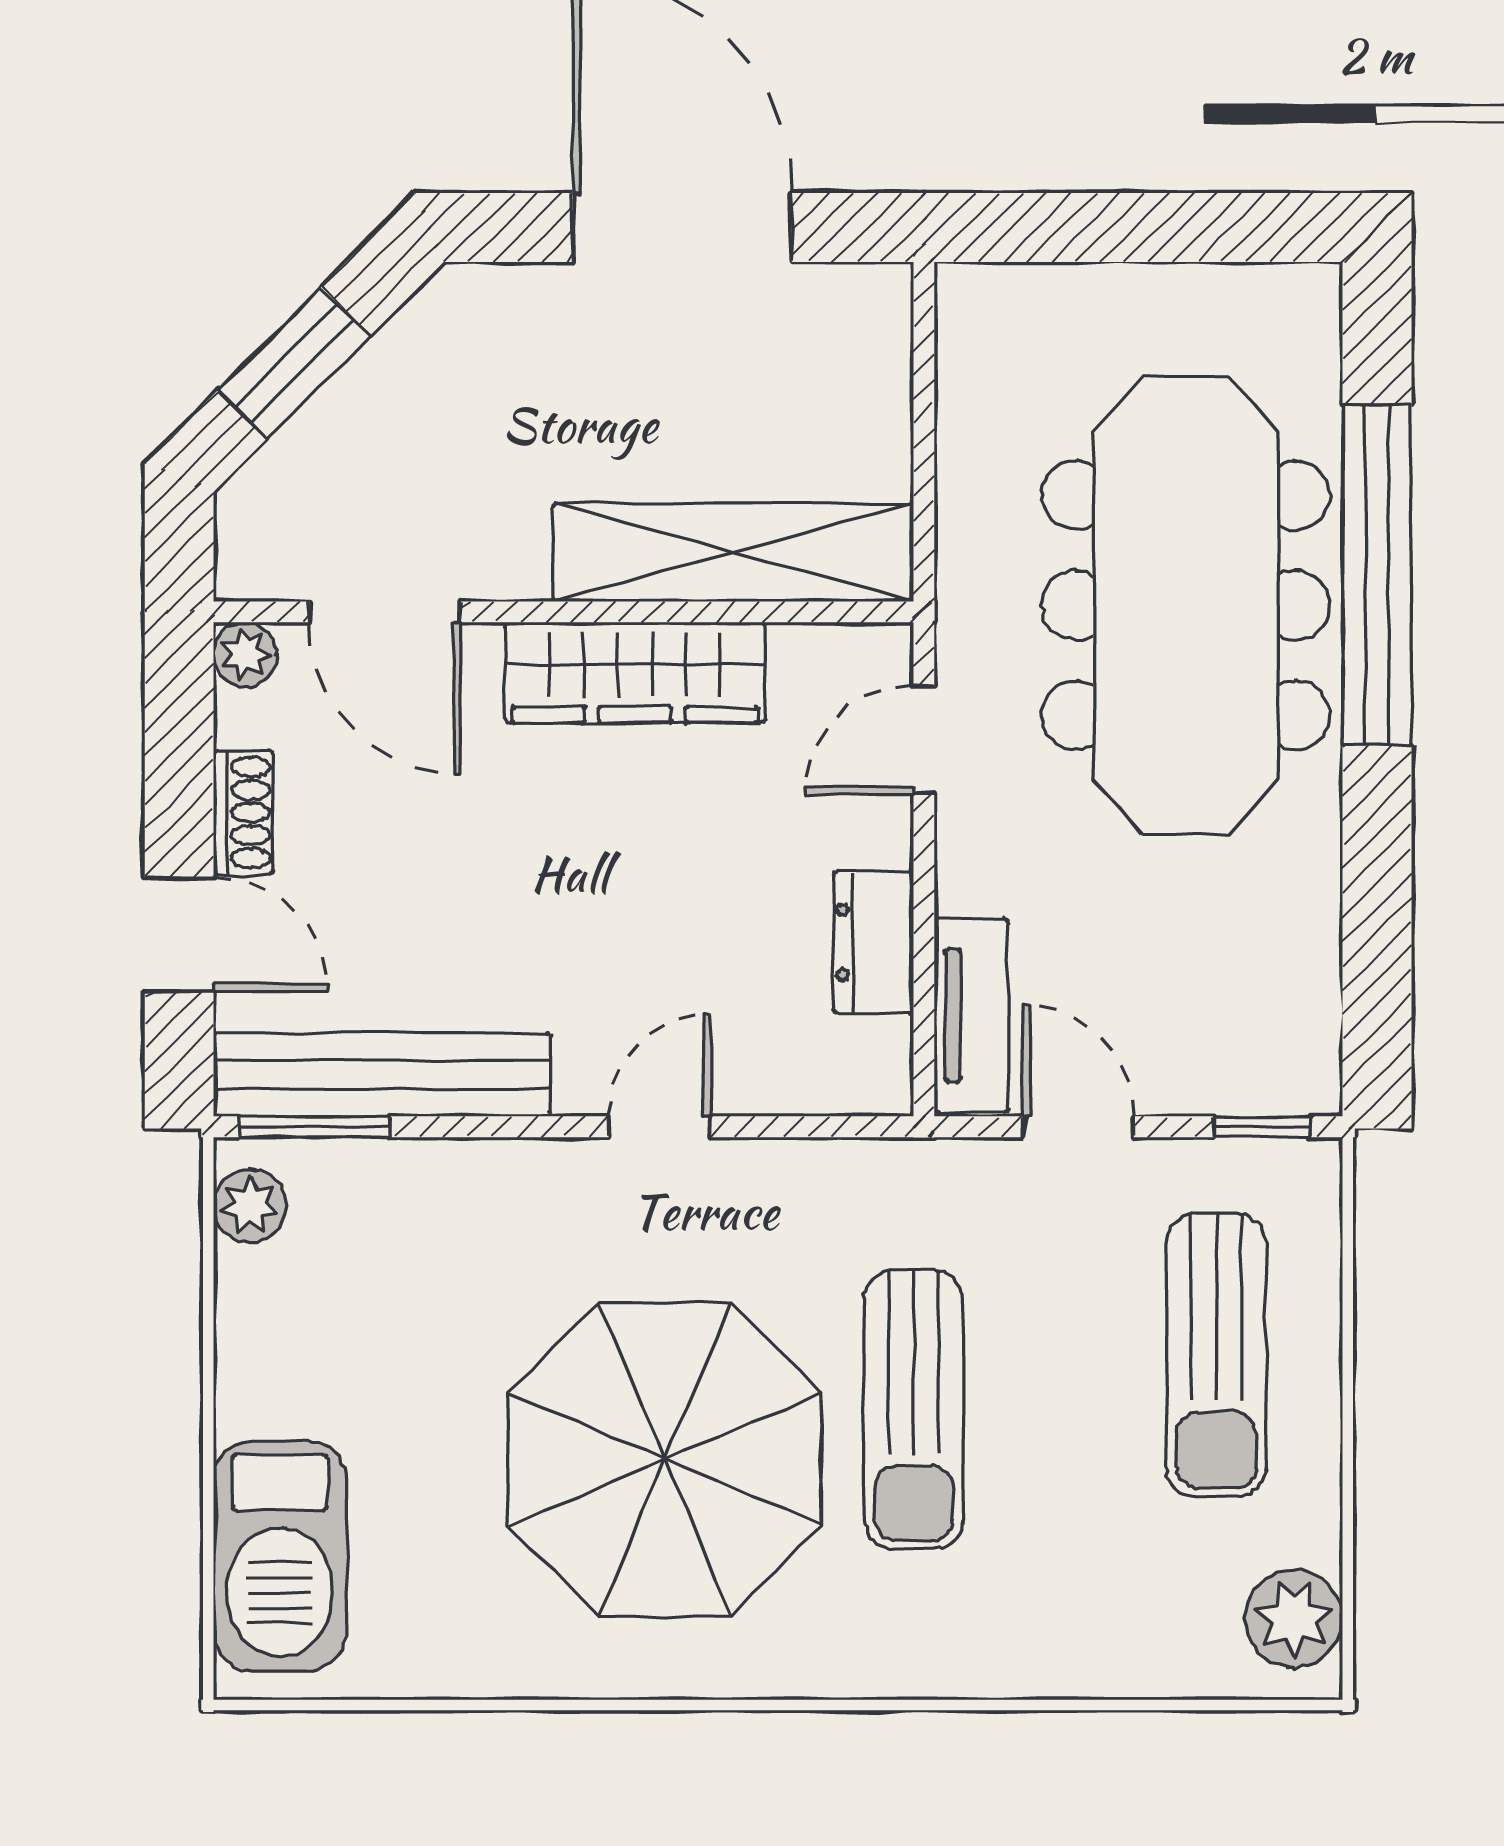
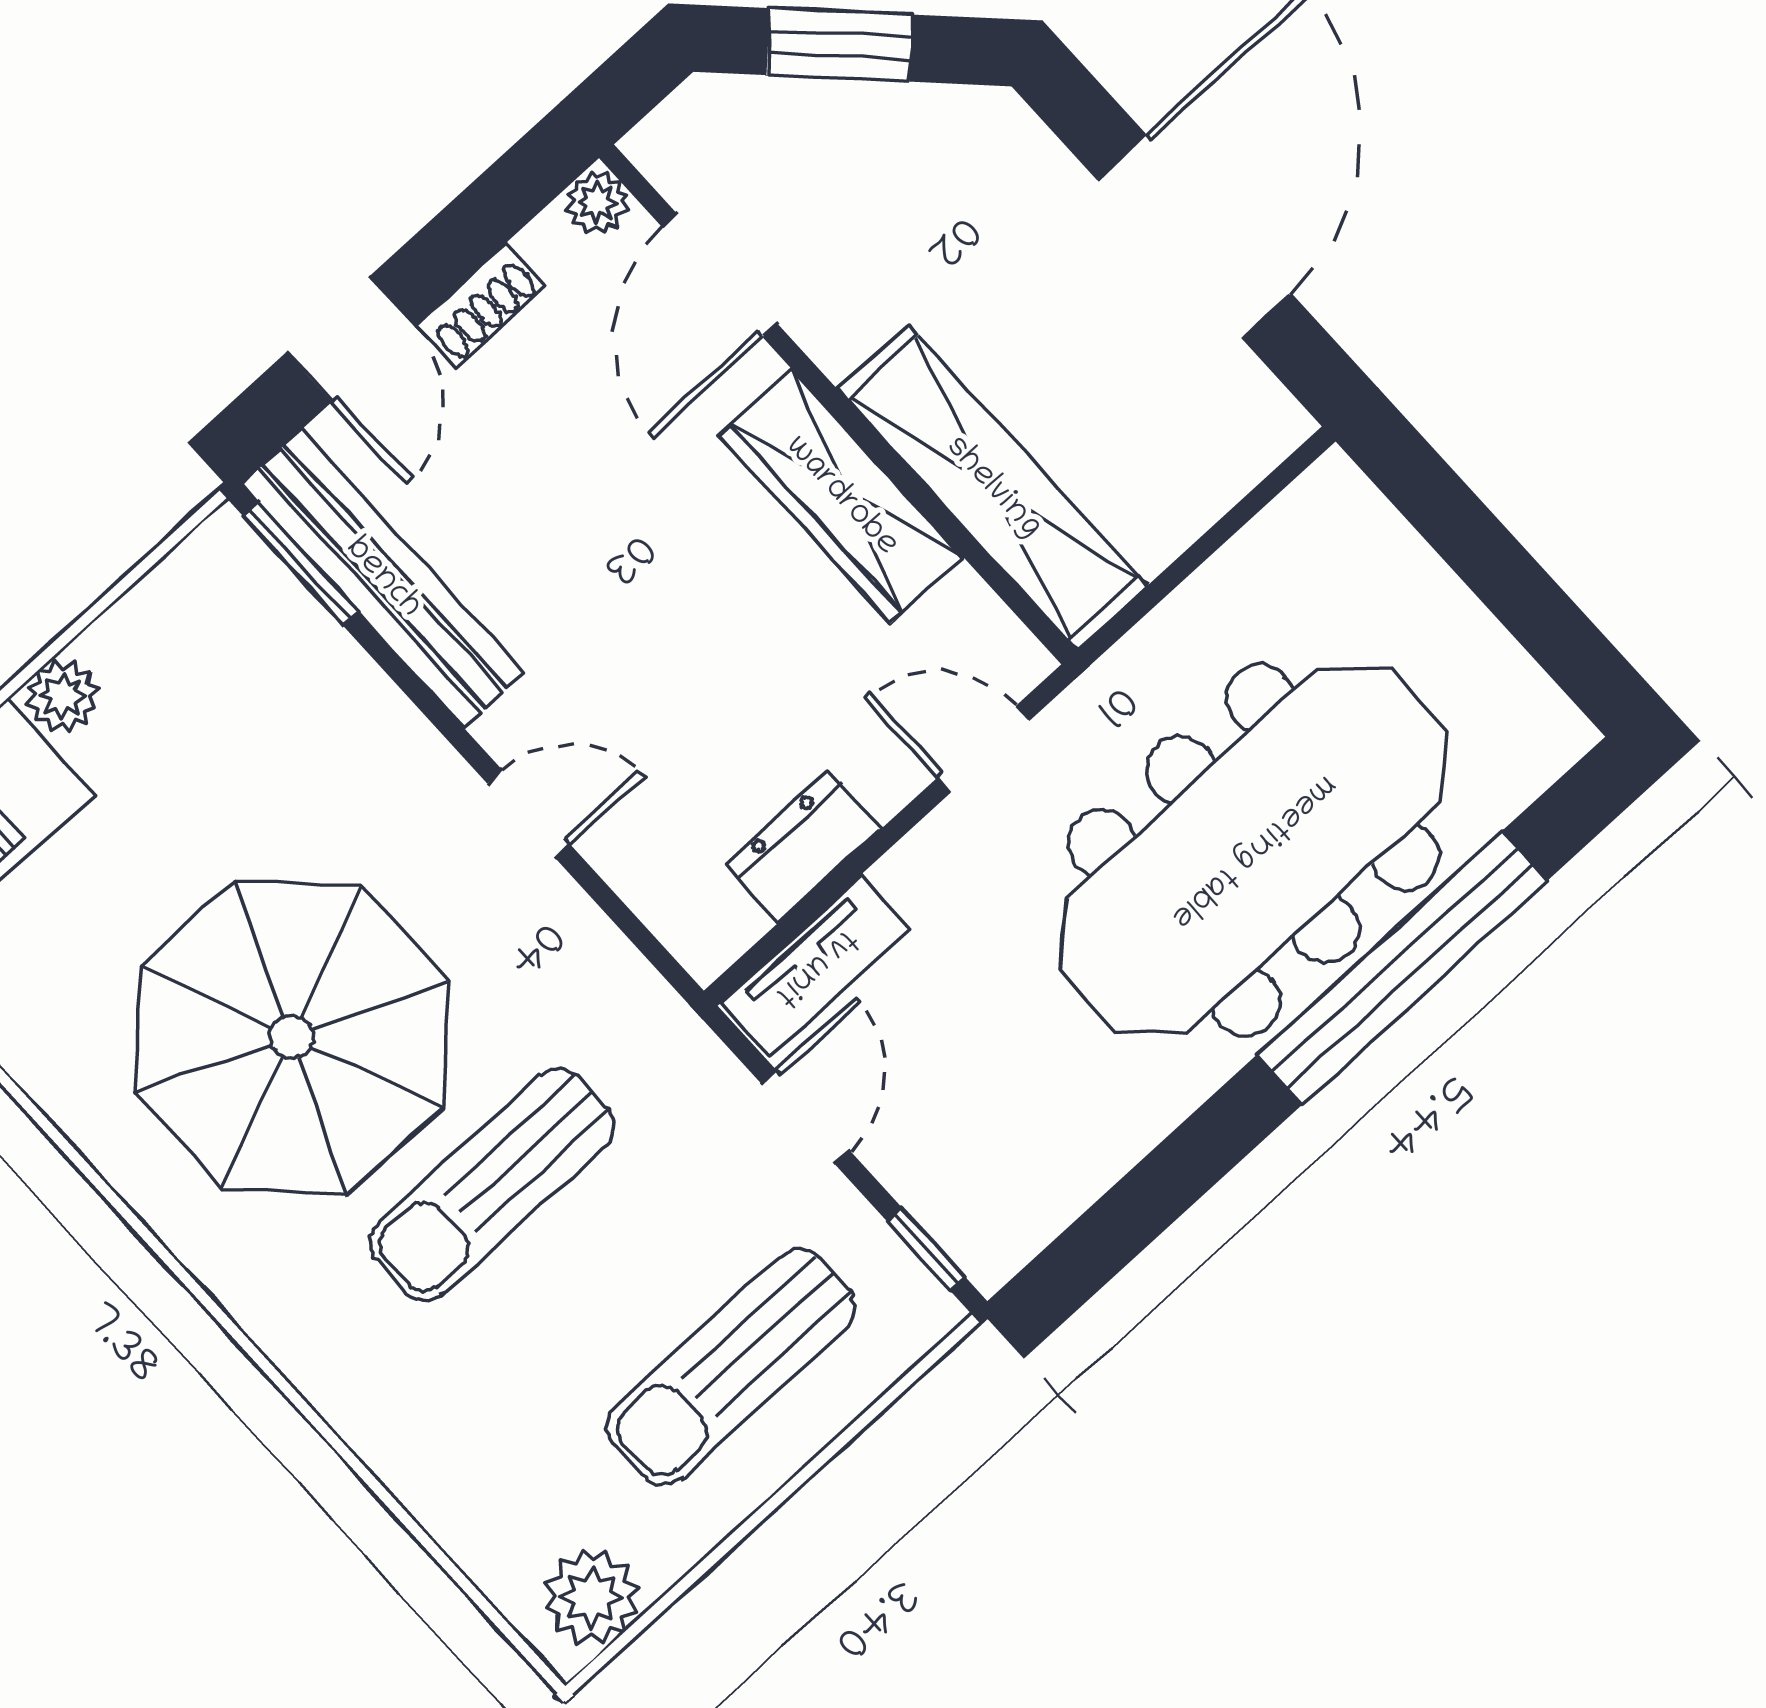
plant: (250, 1206) -> (62, 696), moved

